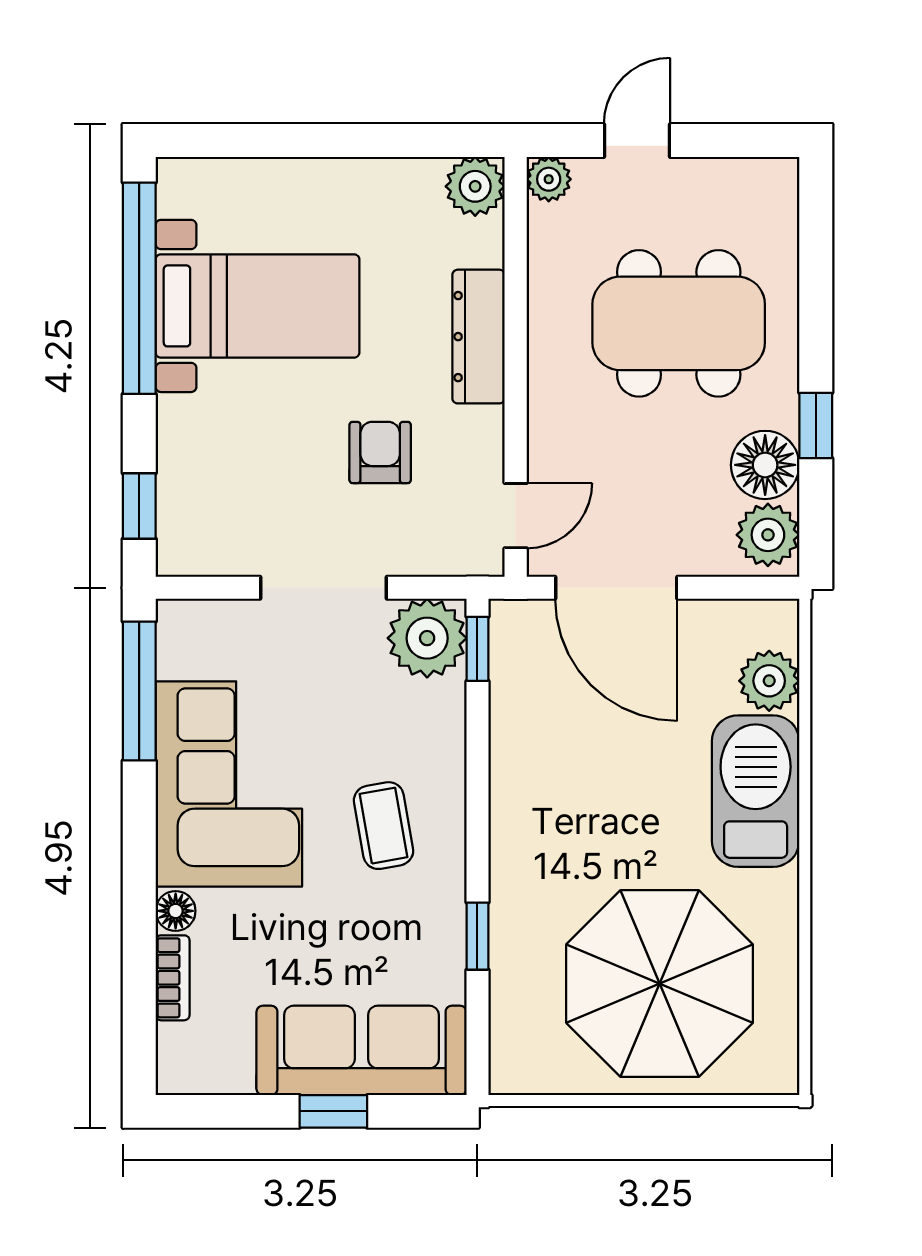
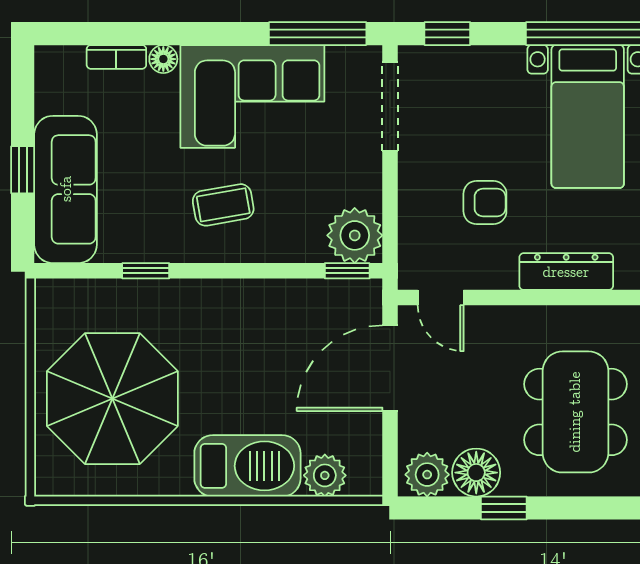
doorway: (324, 588) -> (390, 107), moved

